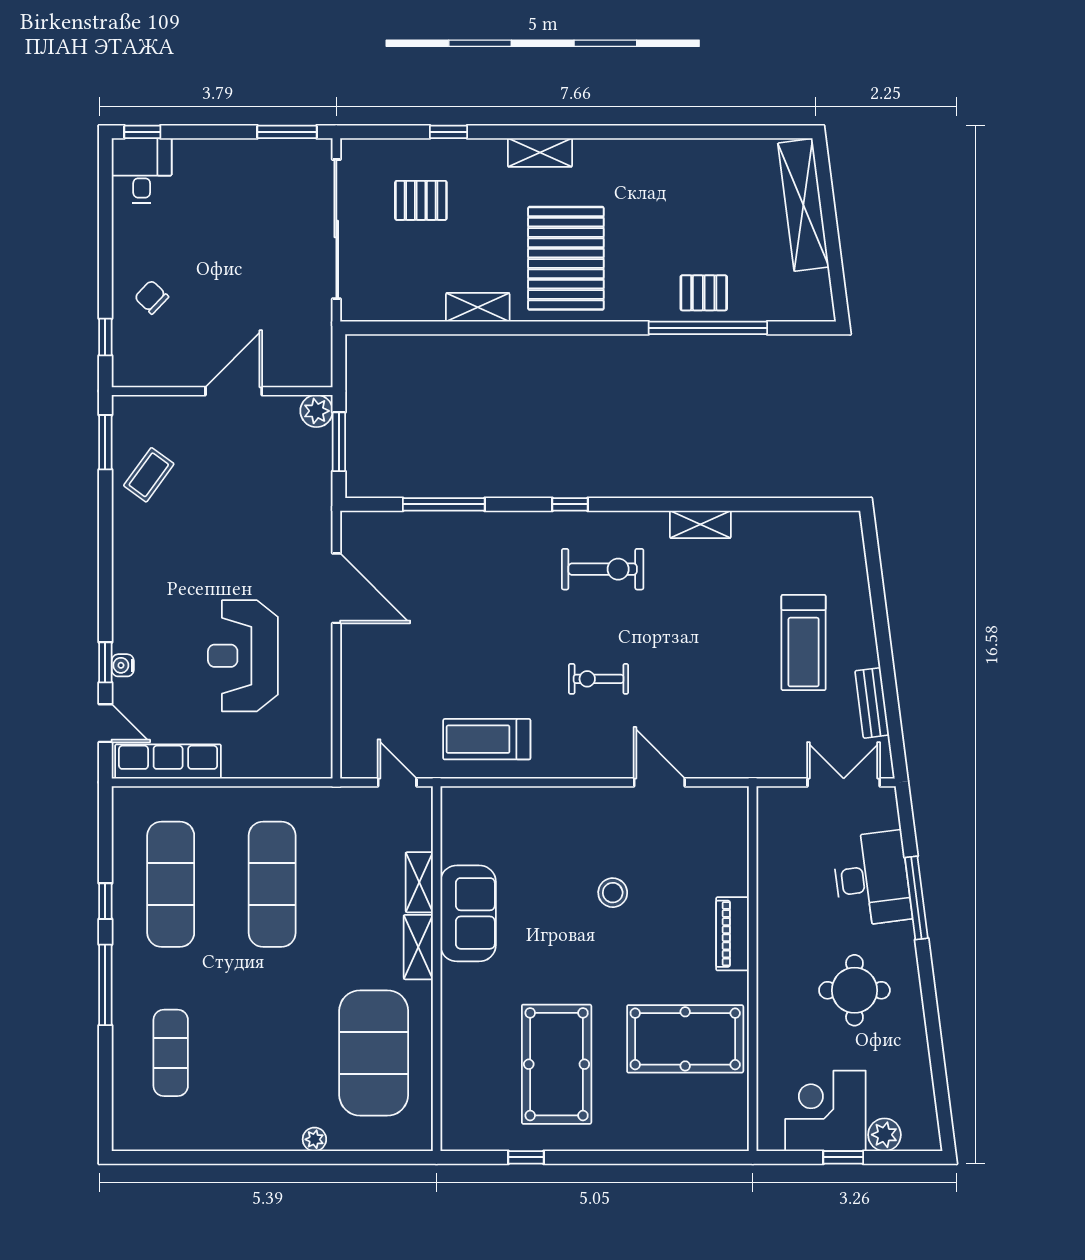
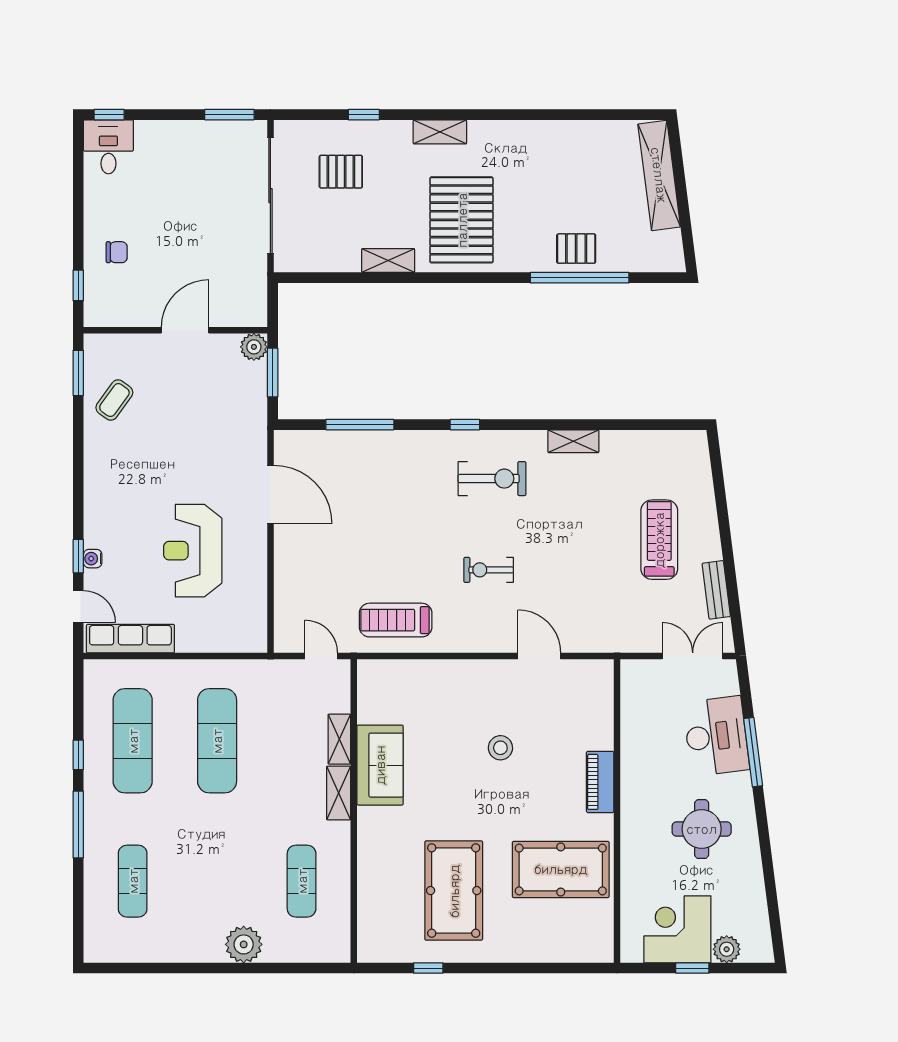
chair: (152, 297) -> (117, 252), turned 136
treadmill: (804, 643) -> (659, 540), turned 180
exercise mat: (374, 1053) -> (302, 881), width x0.50, depth x0.69
plant: (314, 1139) -> (244, 944), width x1.88, depth x1.88

